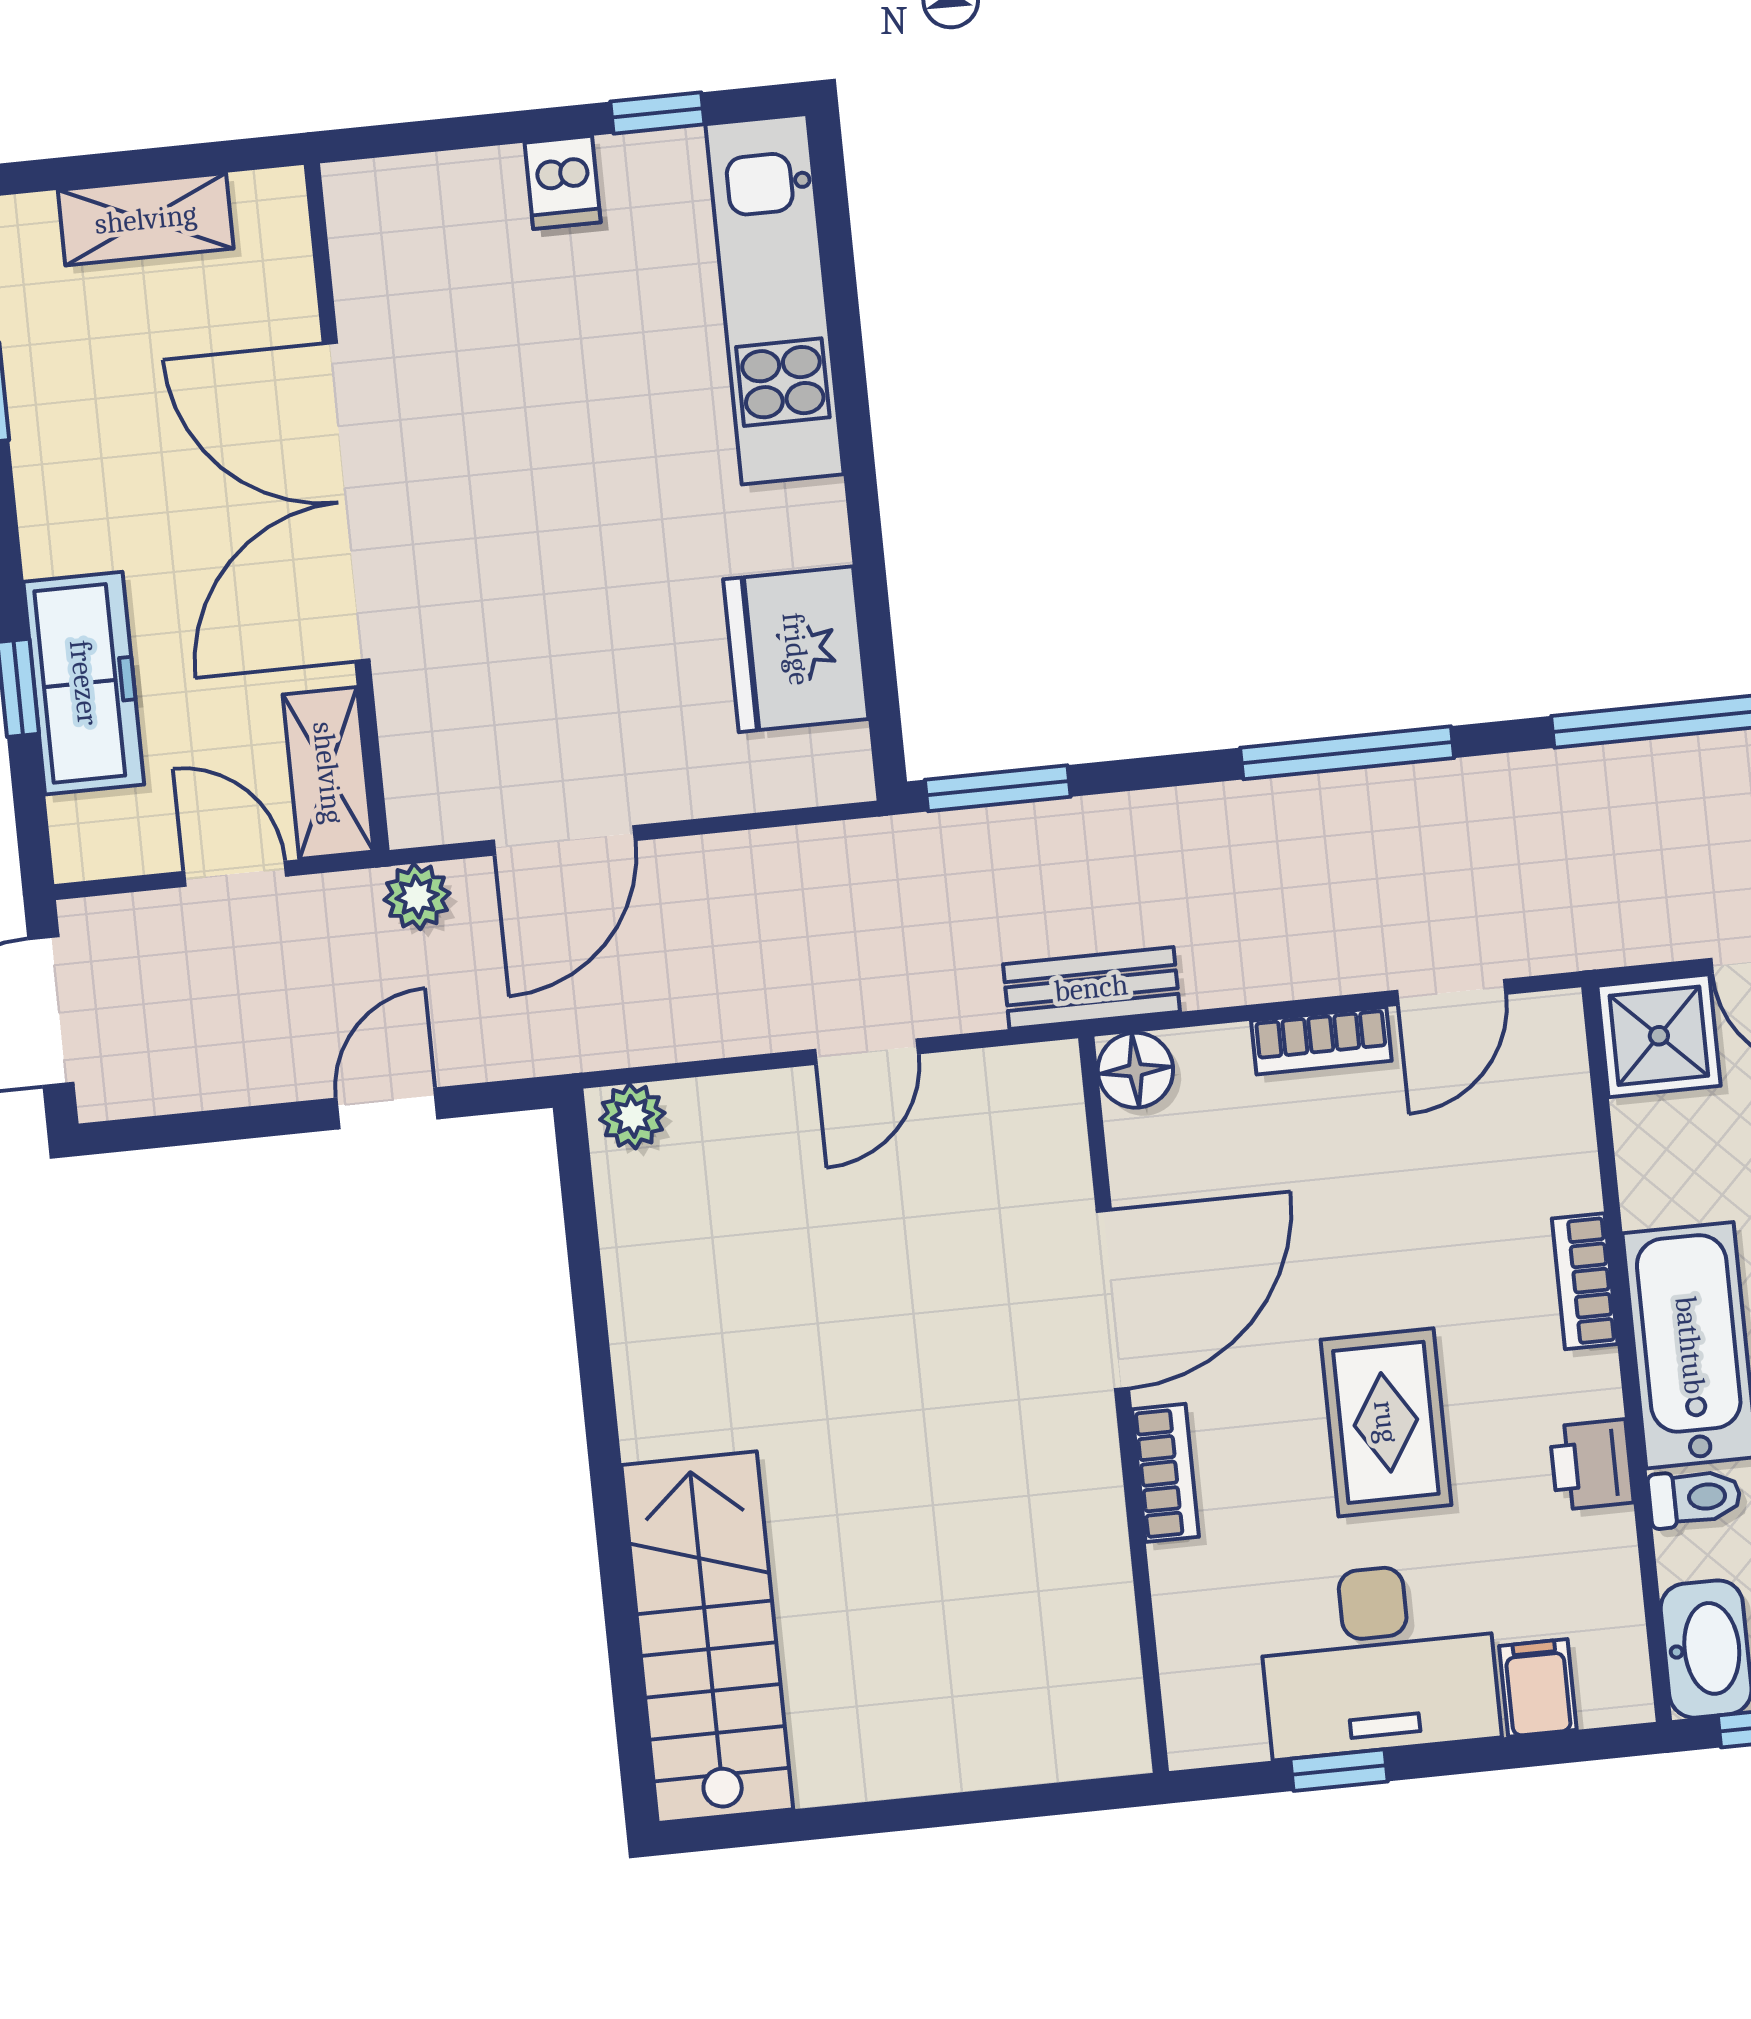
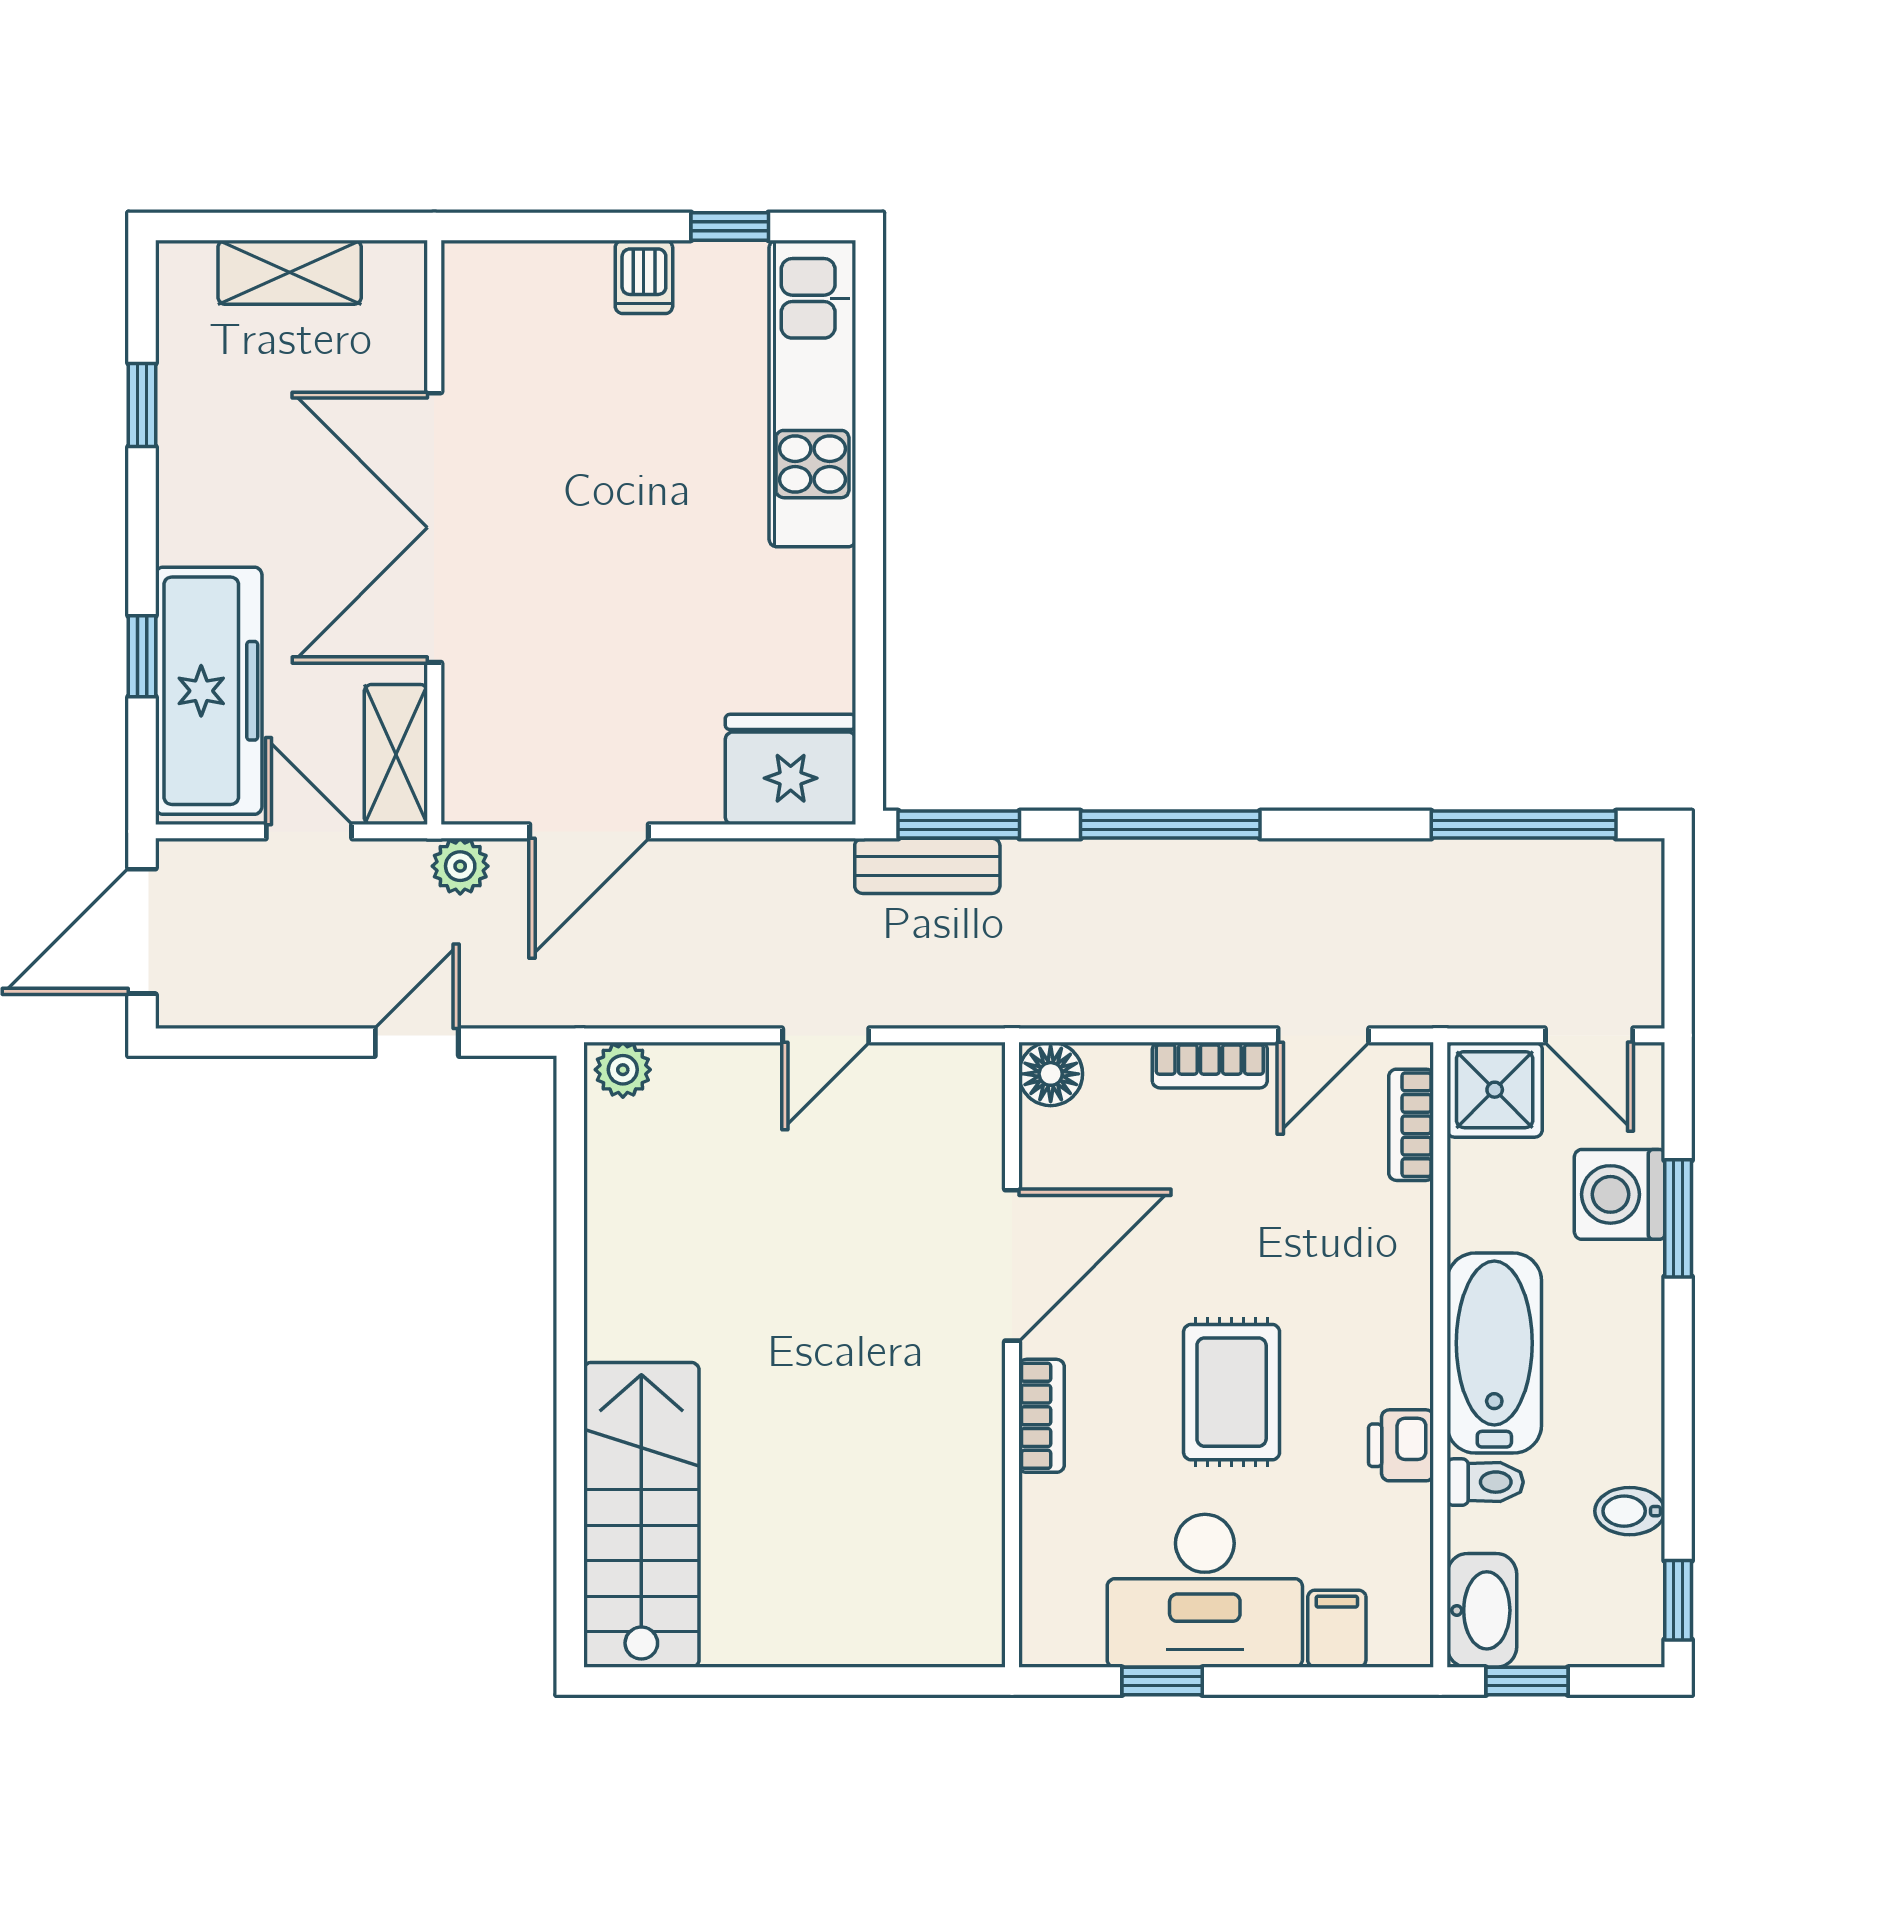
fridge: (796, 649) -> (791, 769), moved, turned 90
freezer: (84, 683) -> (209, 691), width x1.36, depth x1.26
window: (1347, 753) -> (1170, 825), moved
bench: (1091, 988) -> (927, 866), moved
bookcase: (1585, 1281) -> (1411, 1125), moved

